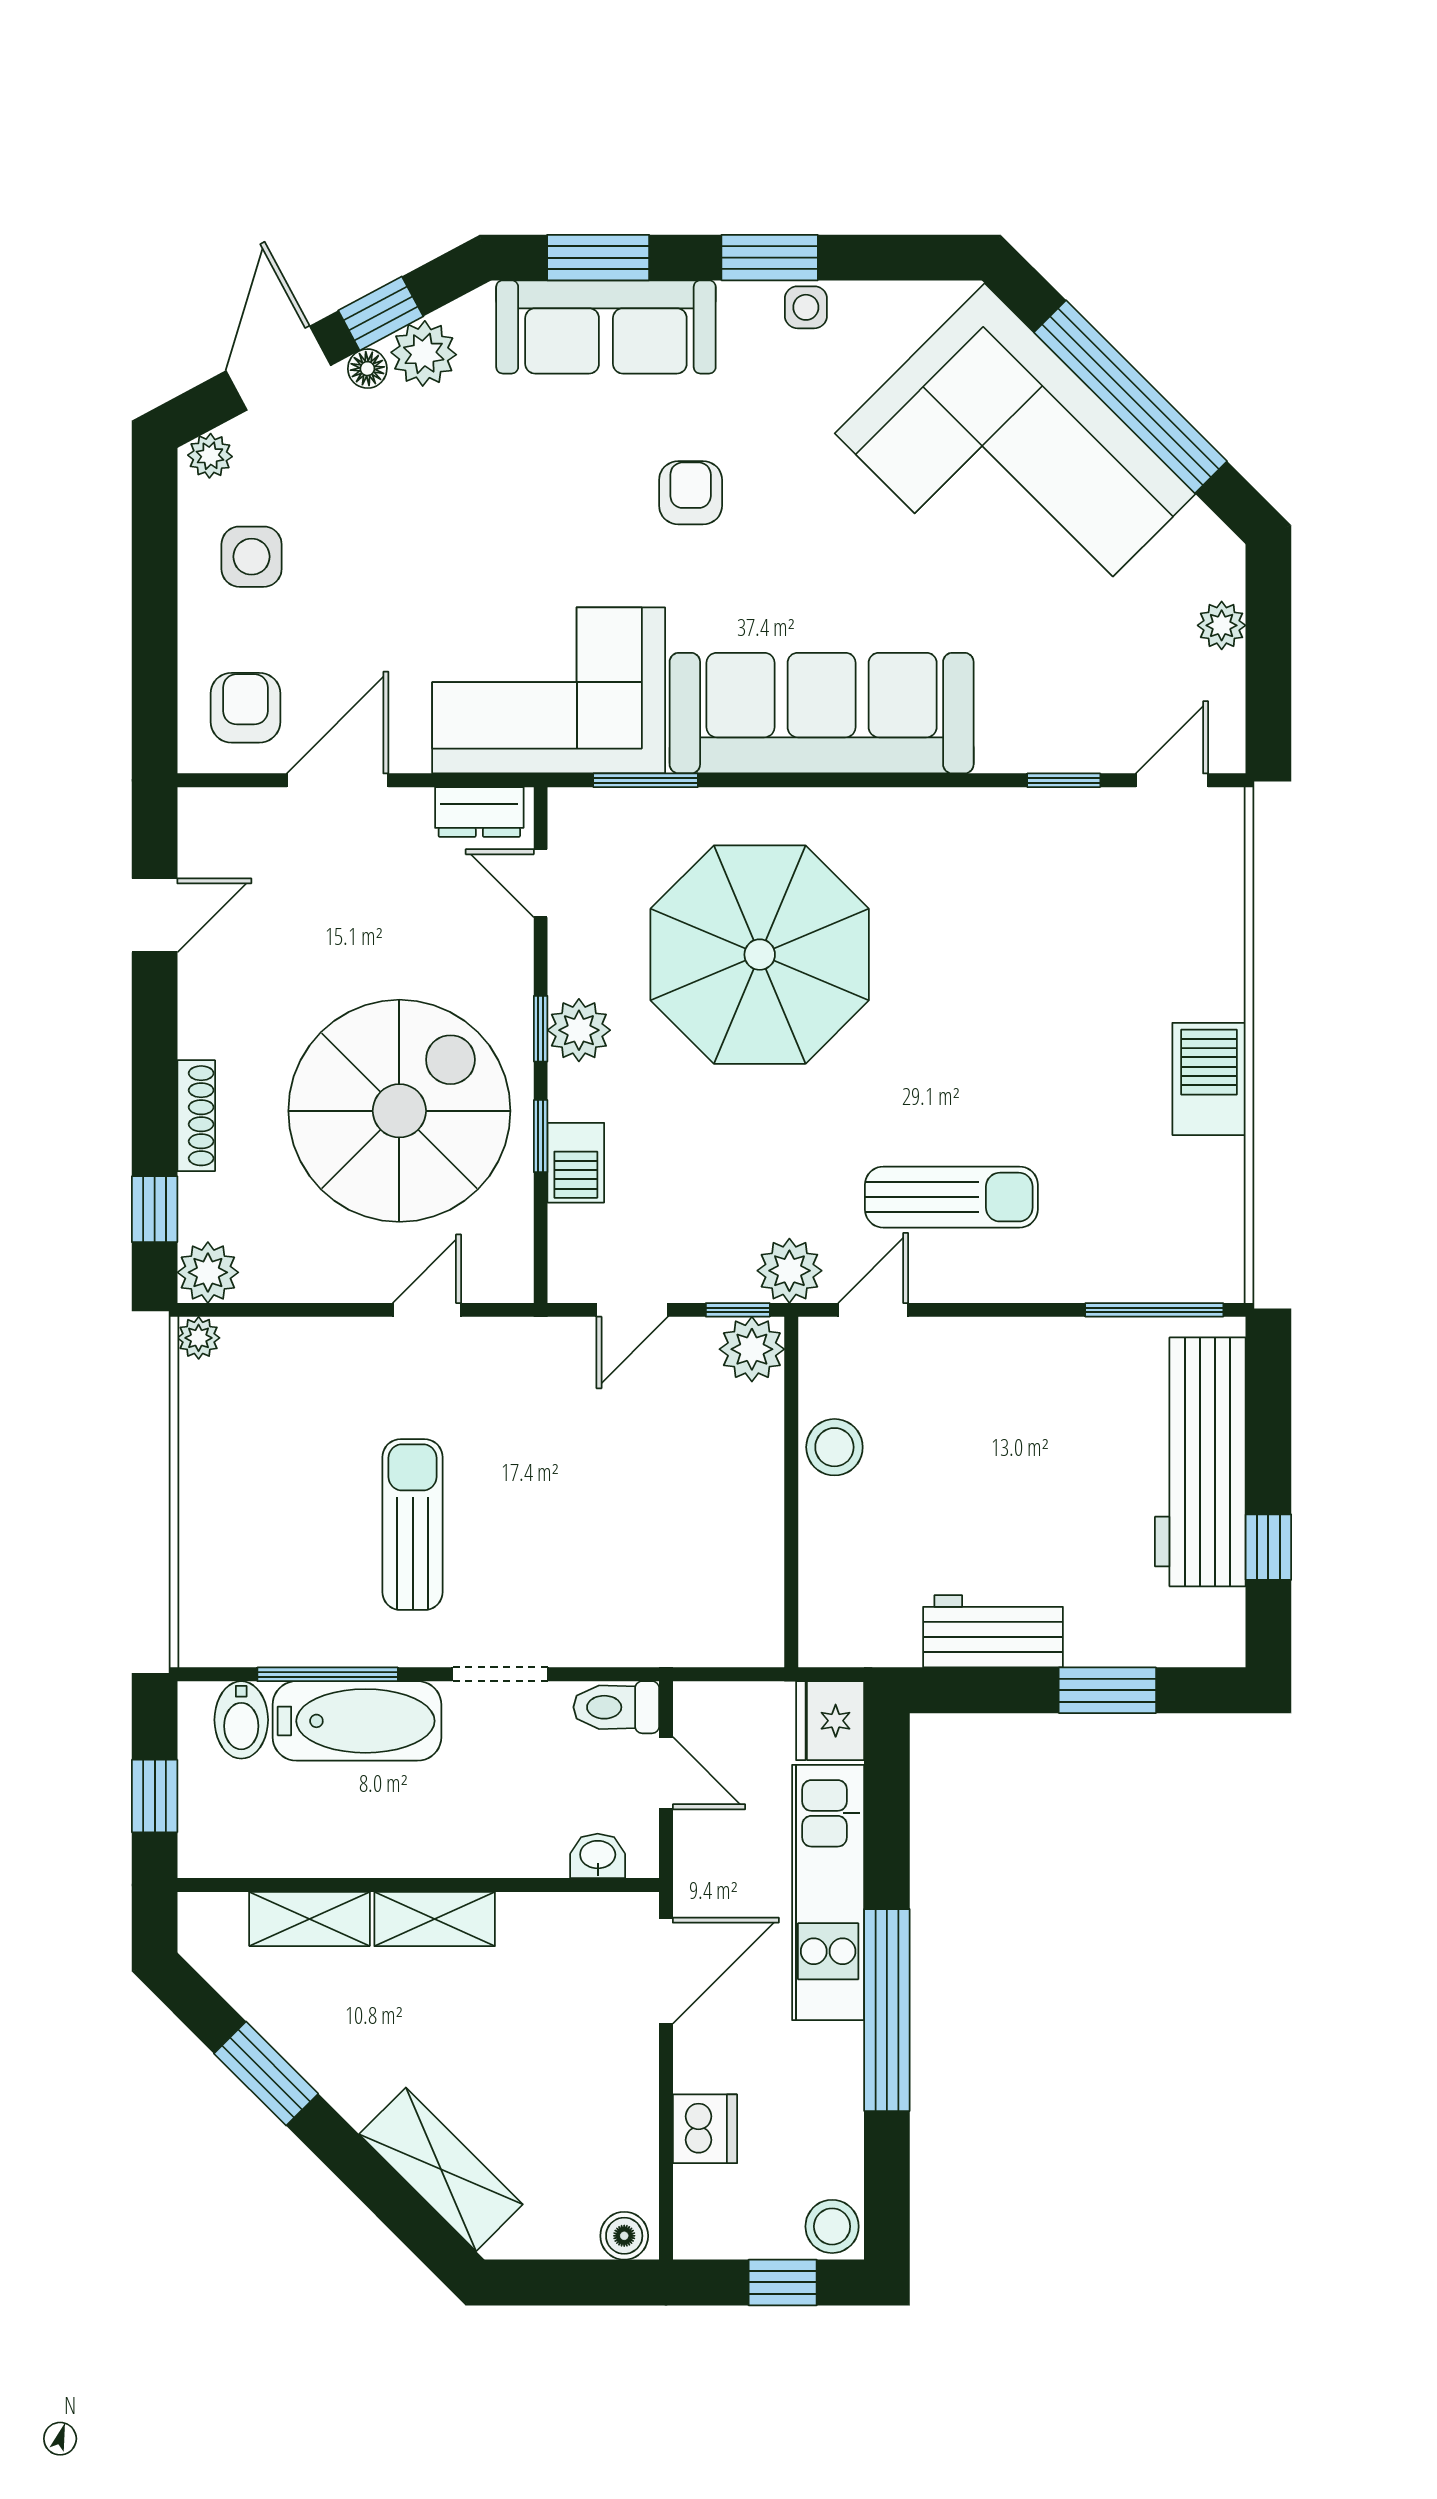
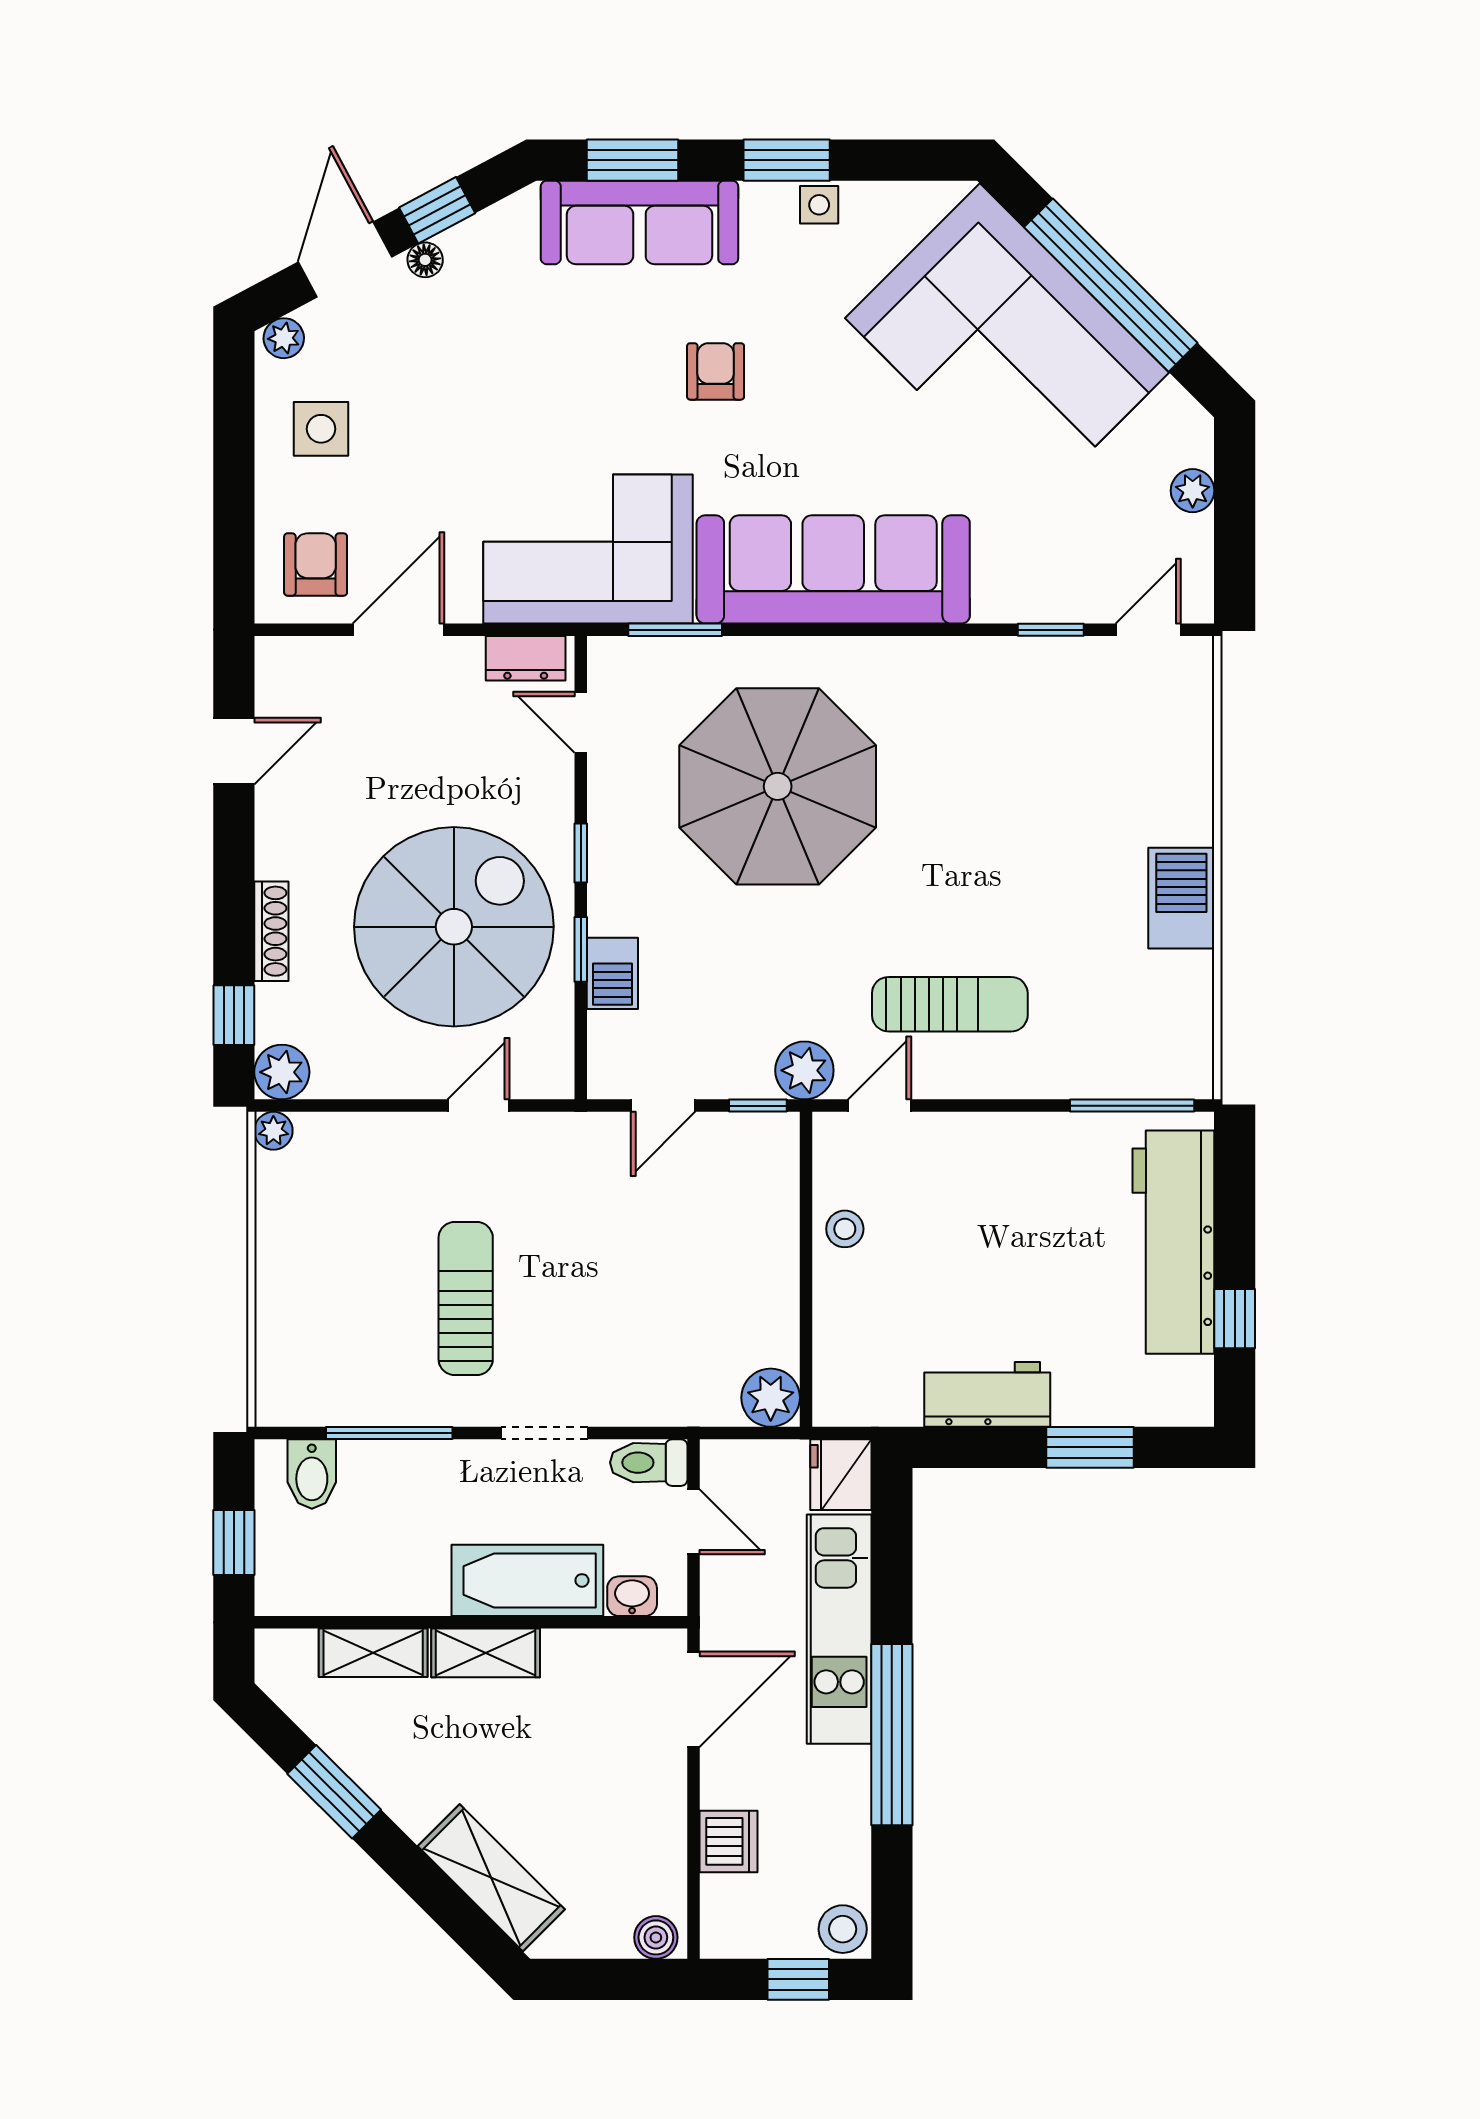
plant: (424, 353) -> (476, 246), removed
plant: (579, 1030) -> (615, 854), removed
plant: (752, 1349) -> (771, 1398), moved
stool: (834, 1447) -> (845, 1229), width x0.73, depth x0.73
bathtub: (357, 1721) -> (527, 1580), moved, turned 180

